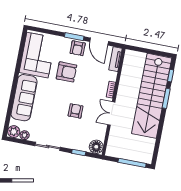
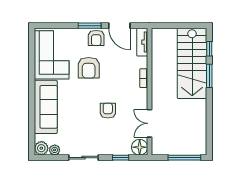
armchair: (66, 72) -> (89, 68), turned 90
stairs: (152, 96) -> (192, 63), width x0.73
double door: (111, 114) -> (149, 123), moved

